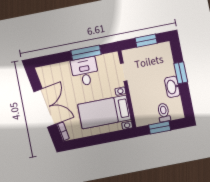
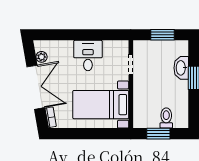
window: (86, 53) -> (93, 35), removed
plant: (45, 81) -> (42, 57), added
washbasin: (172, 87) -> (181, 68), moved

